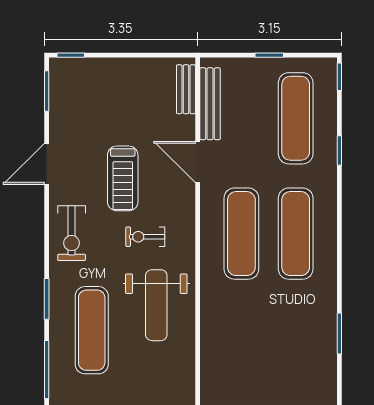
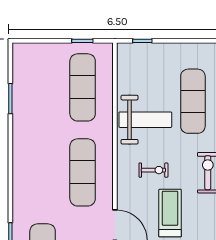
exercise mat: (296, 234) -> (83, 87), moved
weight bench: (156, 305) -> (145, 120), turned 90

